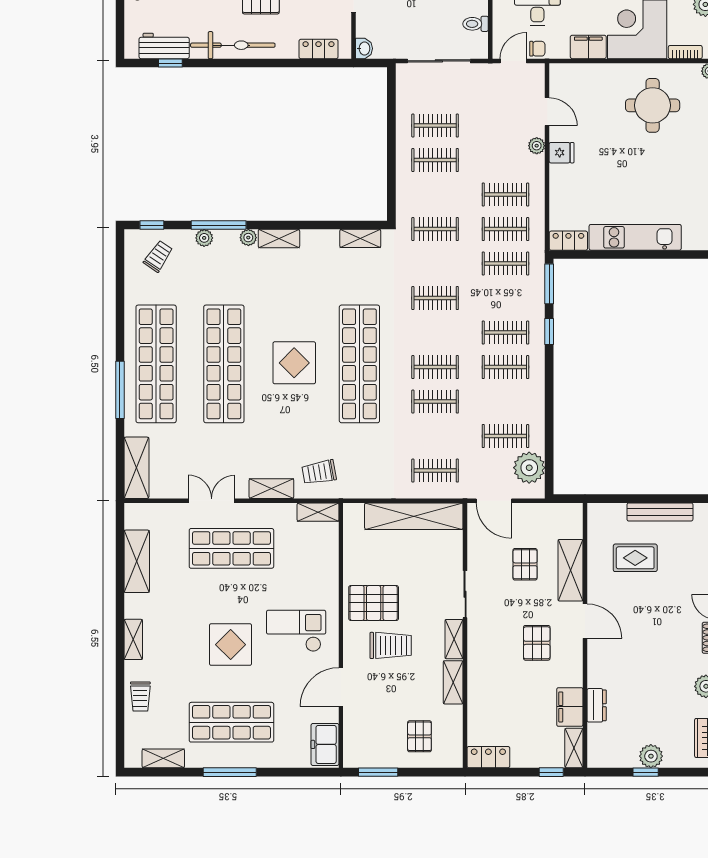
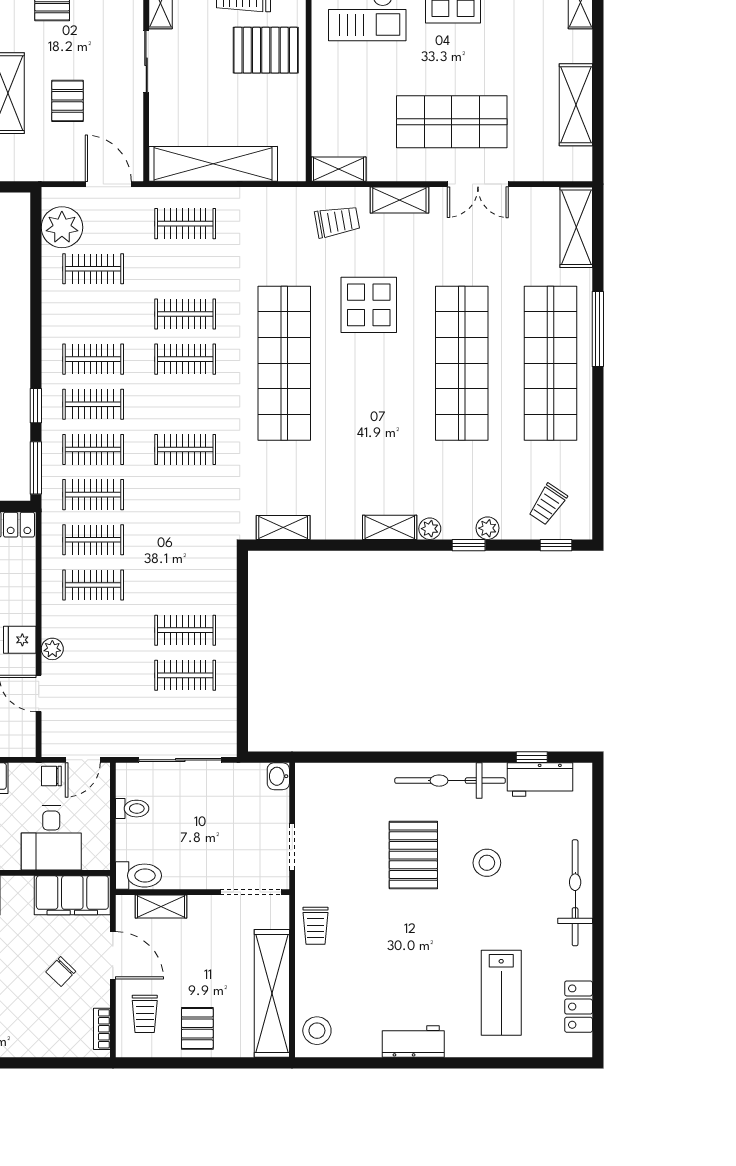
locker: (318, 49) -> (338, 776), removed
window: (219, 225) -> (469, 545), width x0.46
clothes rail: (435, 229) -> (93, 449), moved
display table: (294, 363) -> (369, 305), moved

